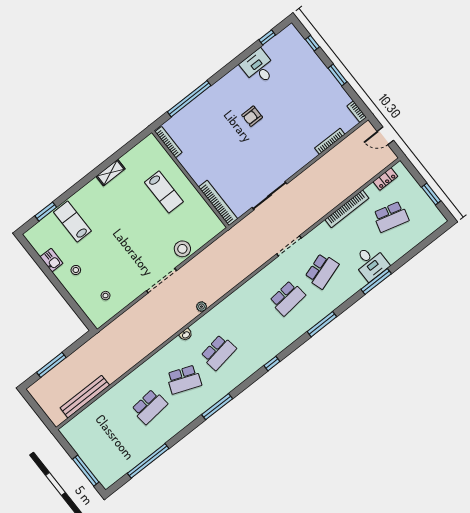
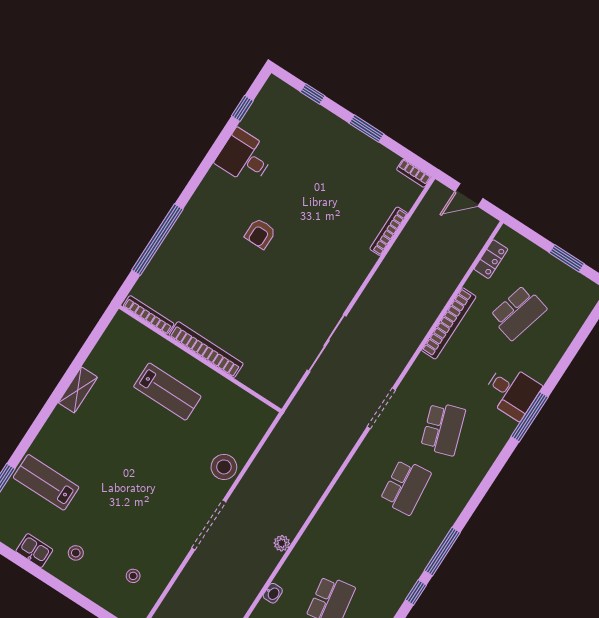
bookcase: (218, 203) -> (206, 350), moved
window: (322, 324) -> (442, 552), moved

